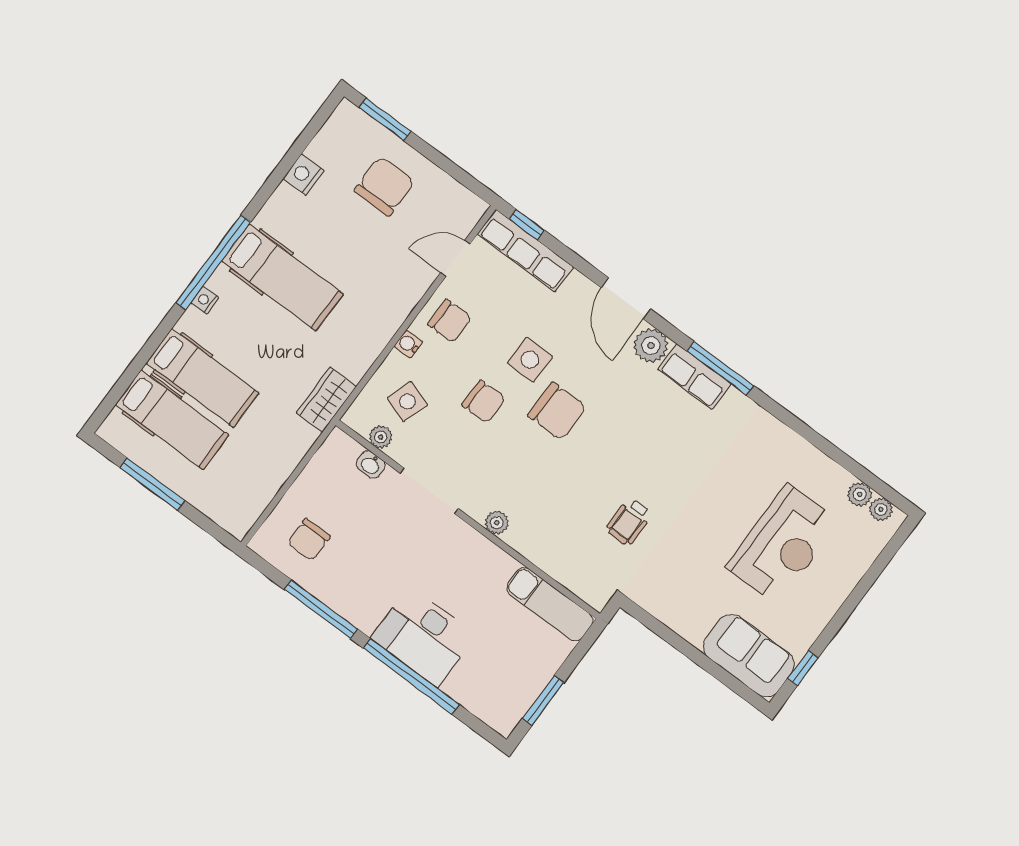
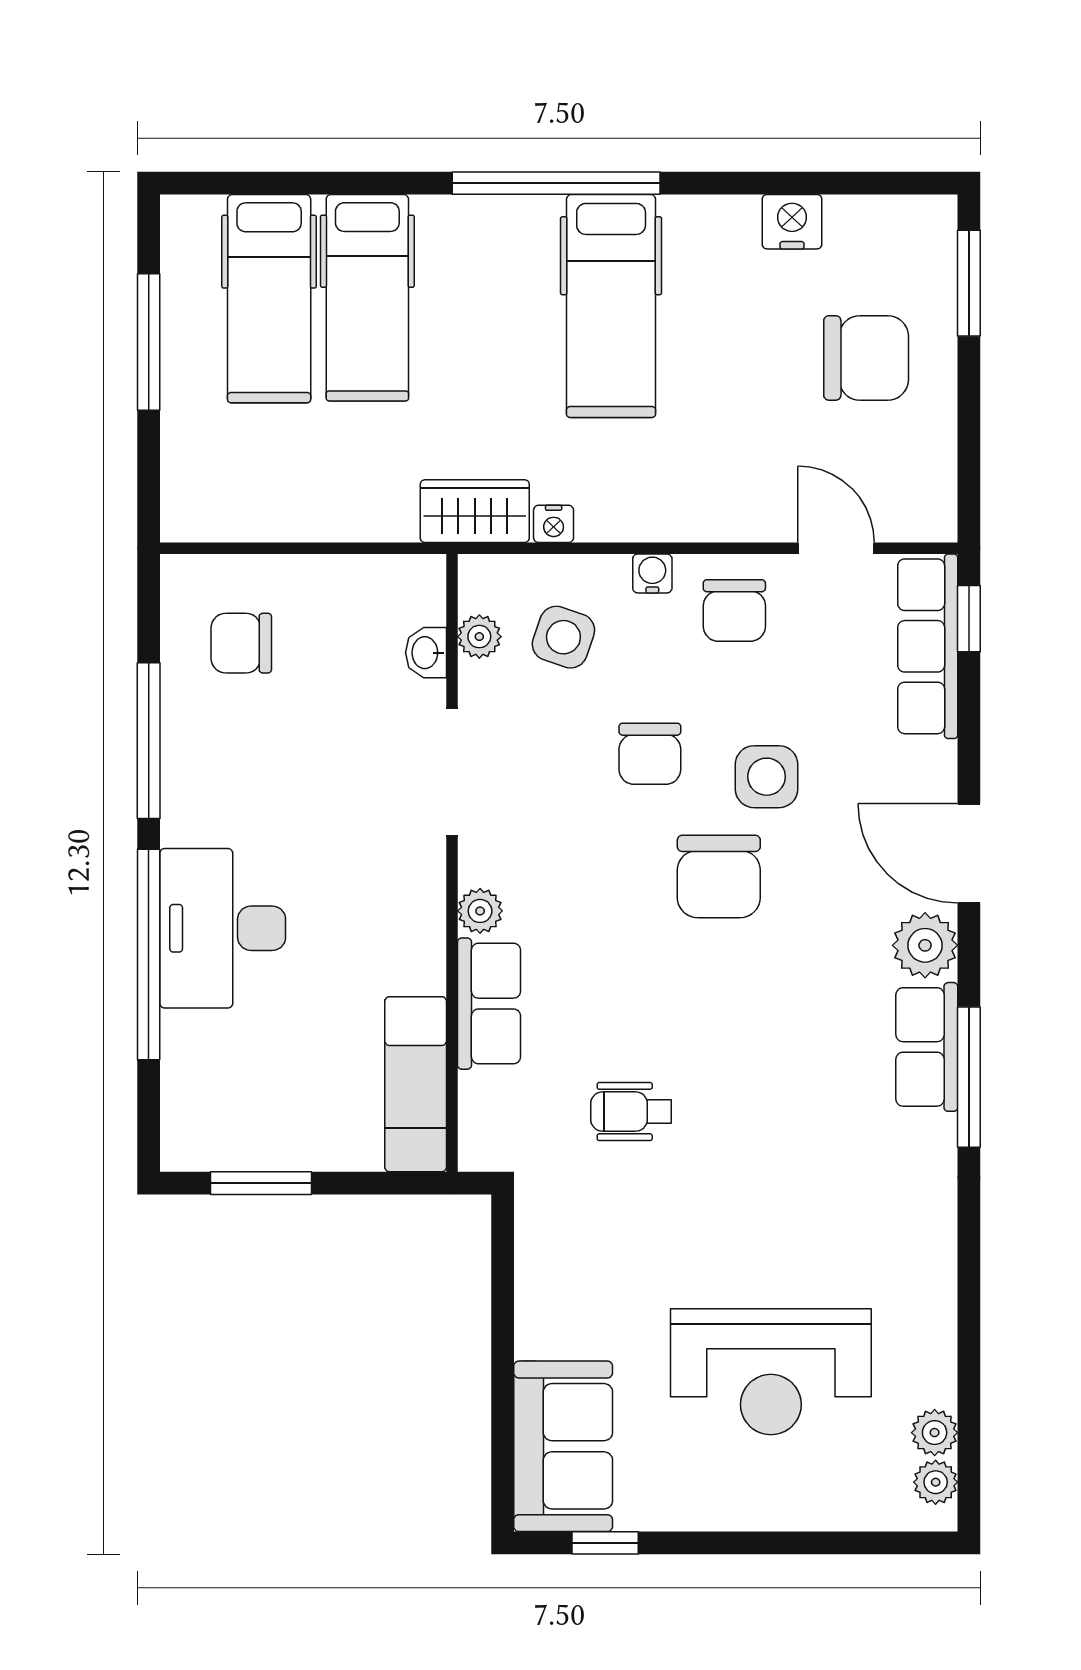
door: (626, 298) -> (969, 853), hinge flipped
nightstand: (205, 300) -> (554, 524), moved, turned 180
row of seats: (539, 548) -> (489, 1004), added

